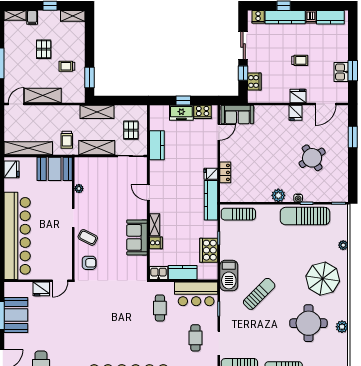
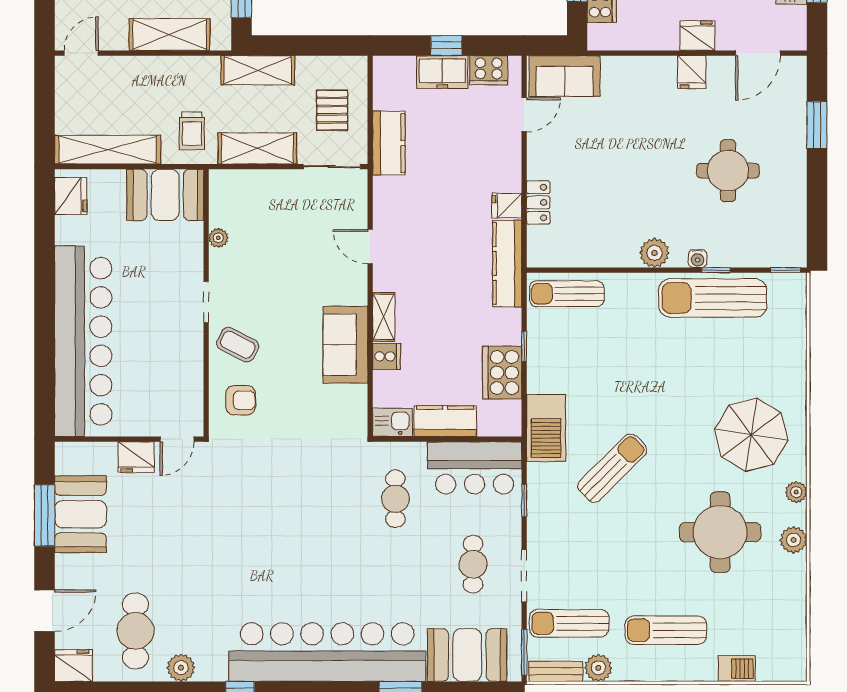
shelving: (43, 96) -> (170, 34), moved
round table: (312, 158) -> (728, 171), turned 33
plant: (343, 245) -> (796, 492), moved

